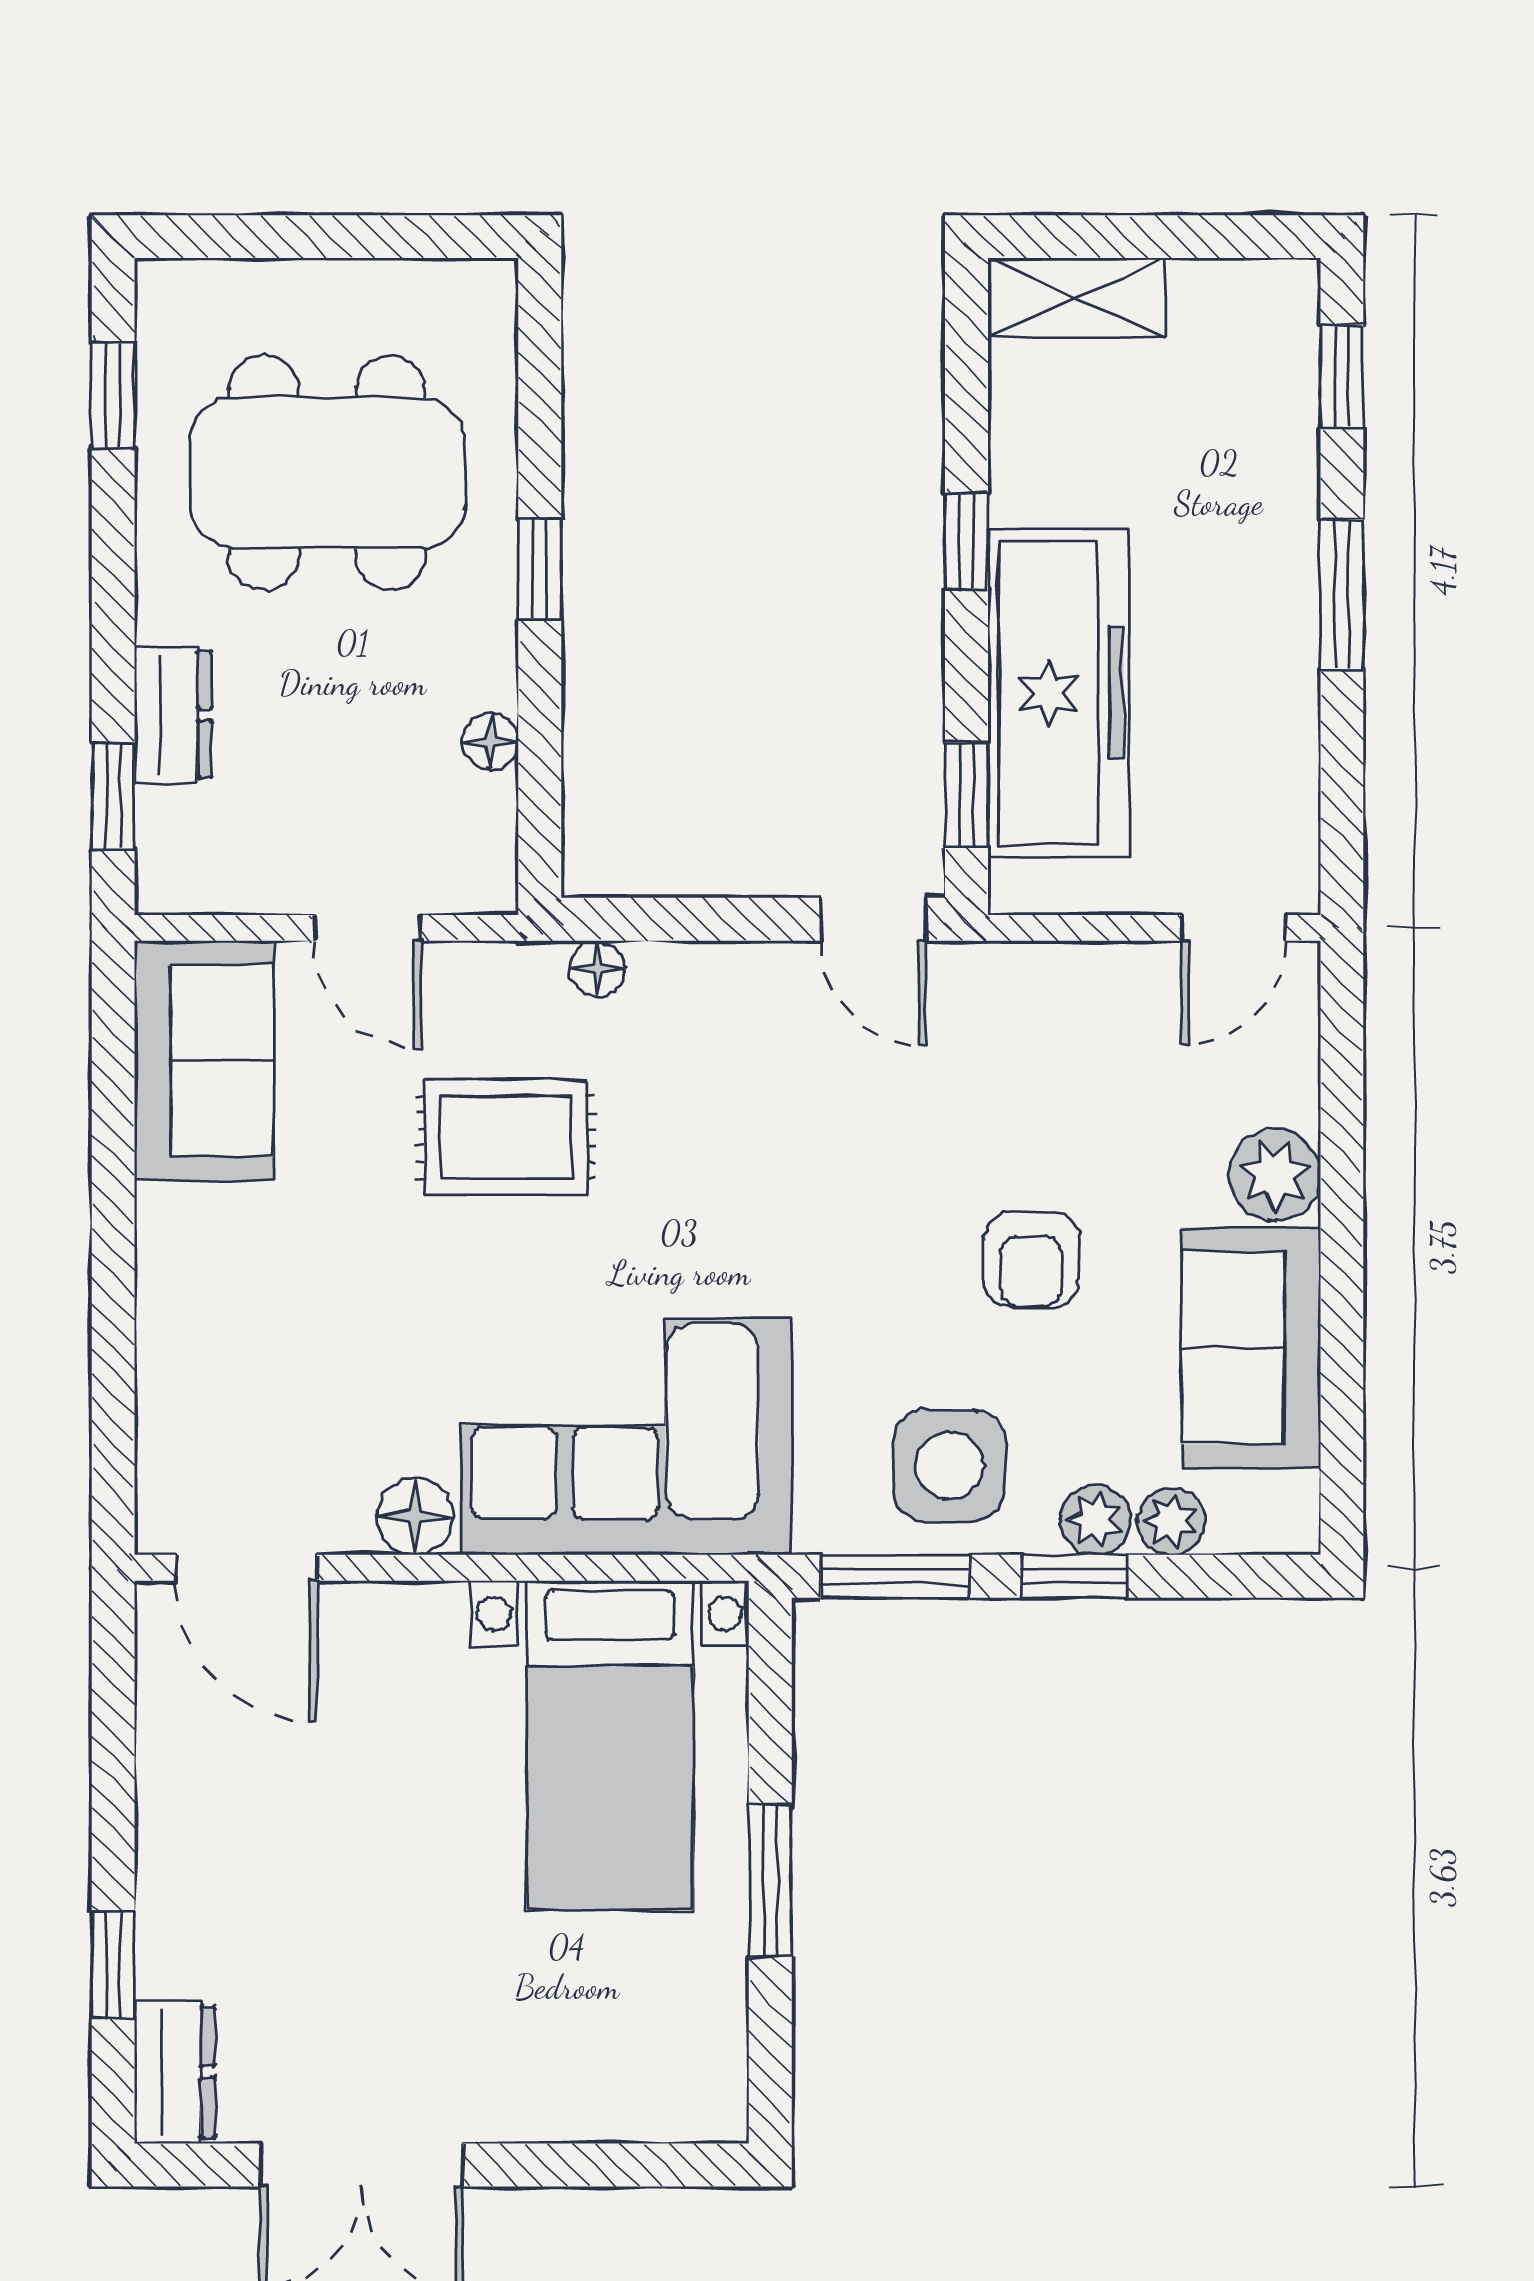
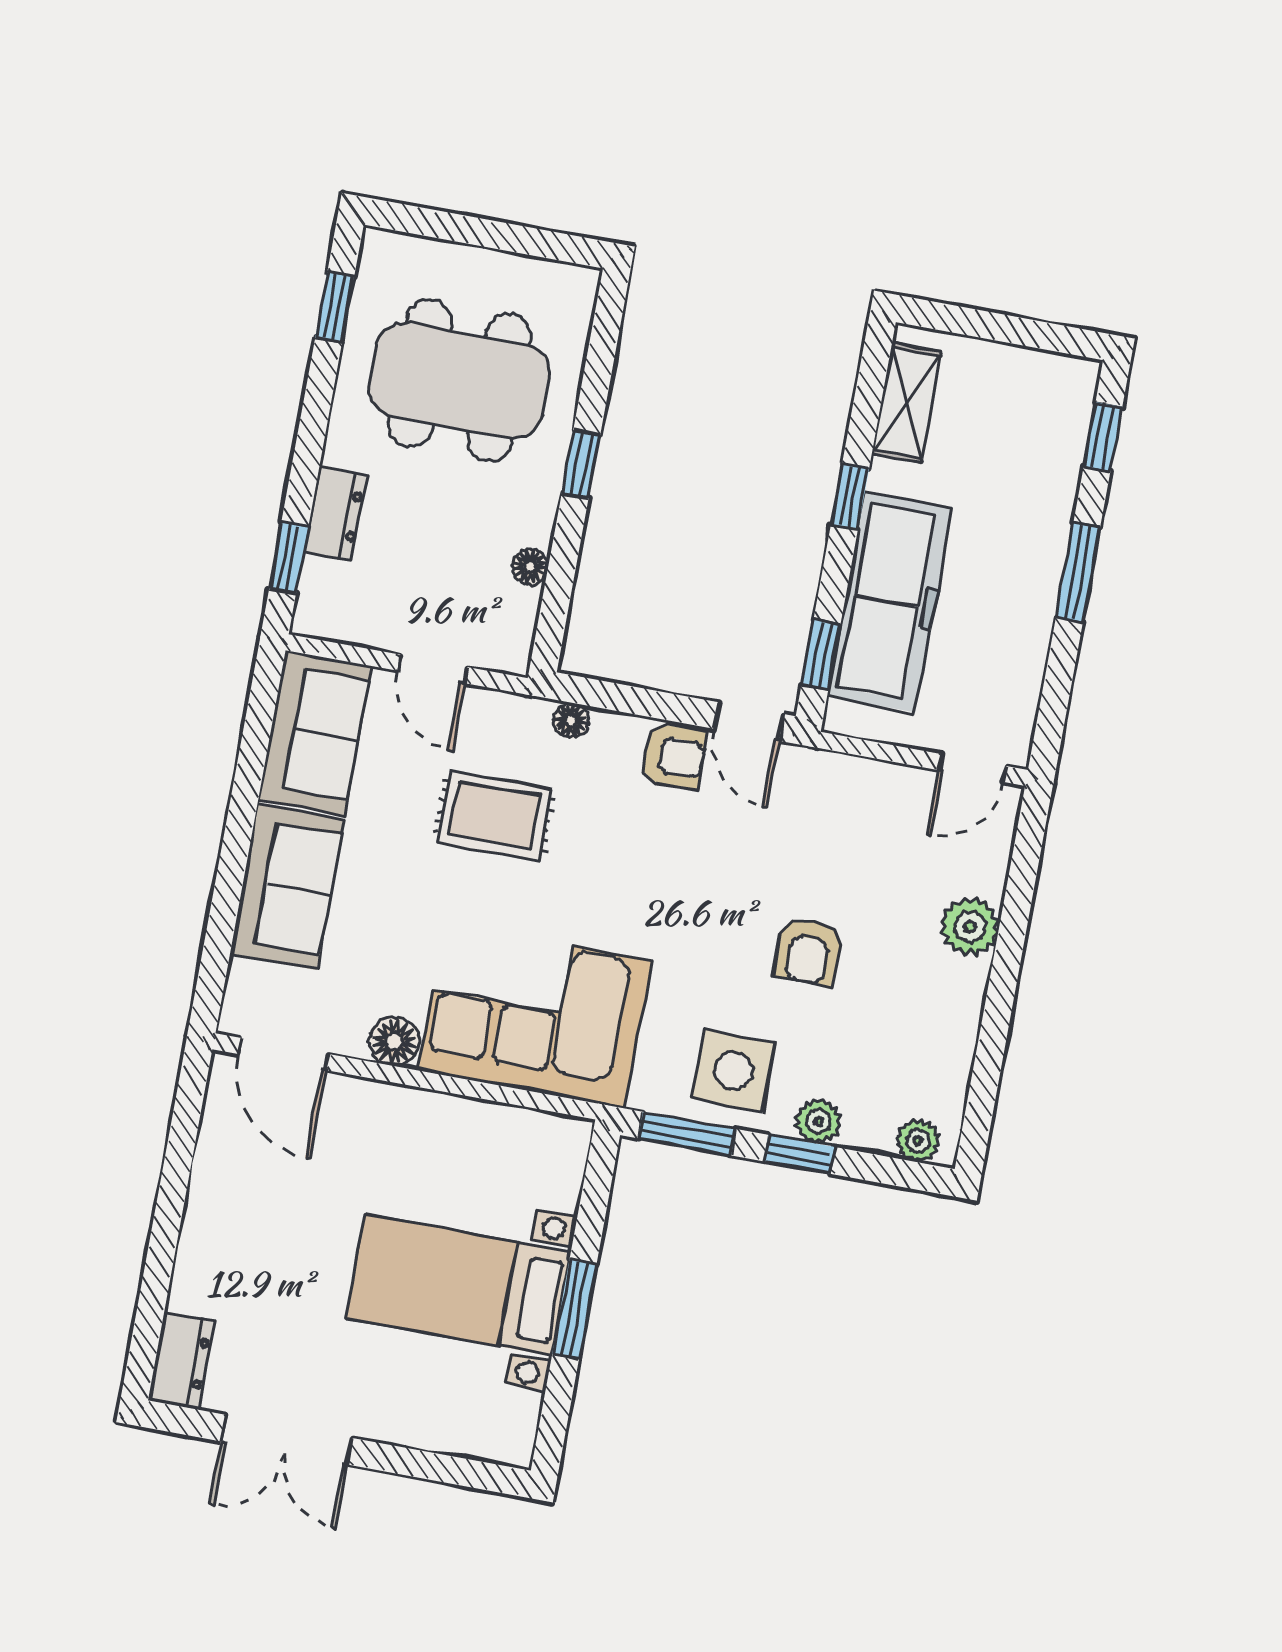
shelving: (1077, 298) -> (907, 403), moved, turned 90
armchair: (766, 995) -> (673, 756), added
sofa: (1251, 1348) -> (287, 887), moved, turned 180
plant: (1171, 1521) -> (918, 1141), moved
bed with nightstands: (610, 1745) -> (459, 1285), moved, turned 90
window: (113, 1965) -> (155, 1286), removed

